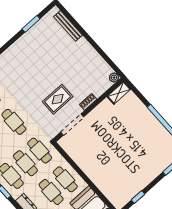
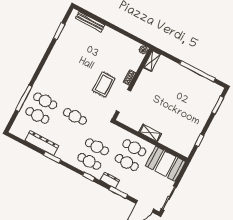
cafe table: (40, 151) -> (105, 132), removed
shelving: (88, 170) -> (150, 133), added

